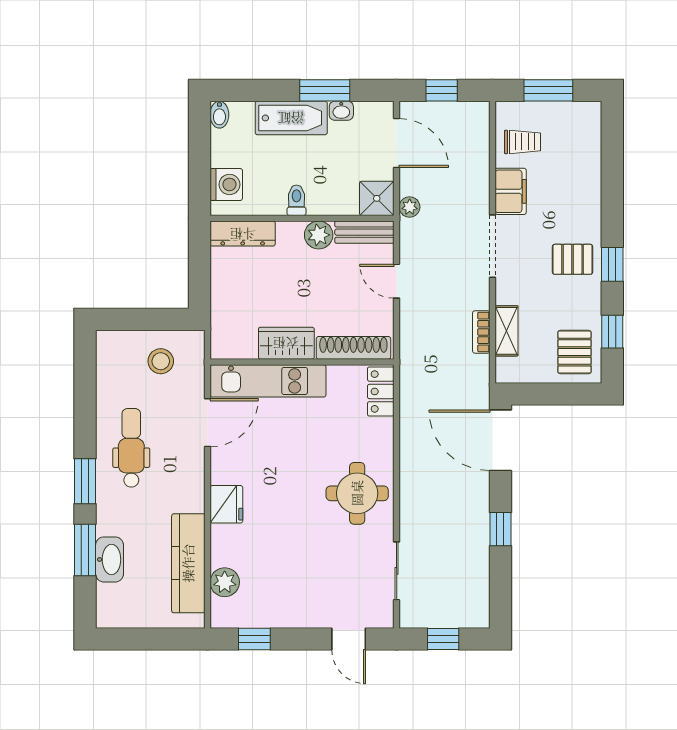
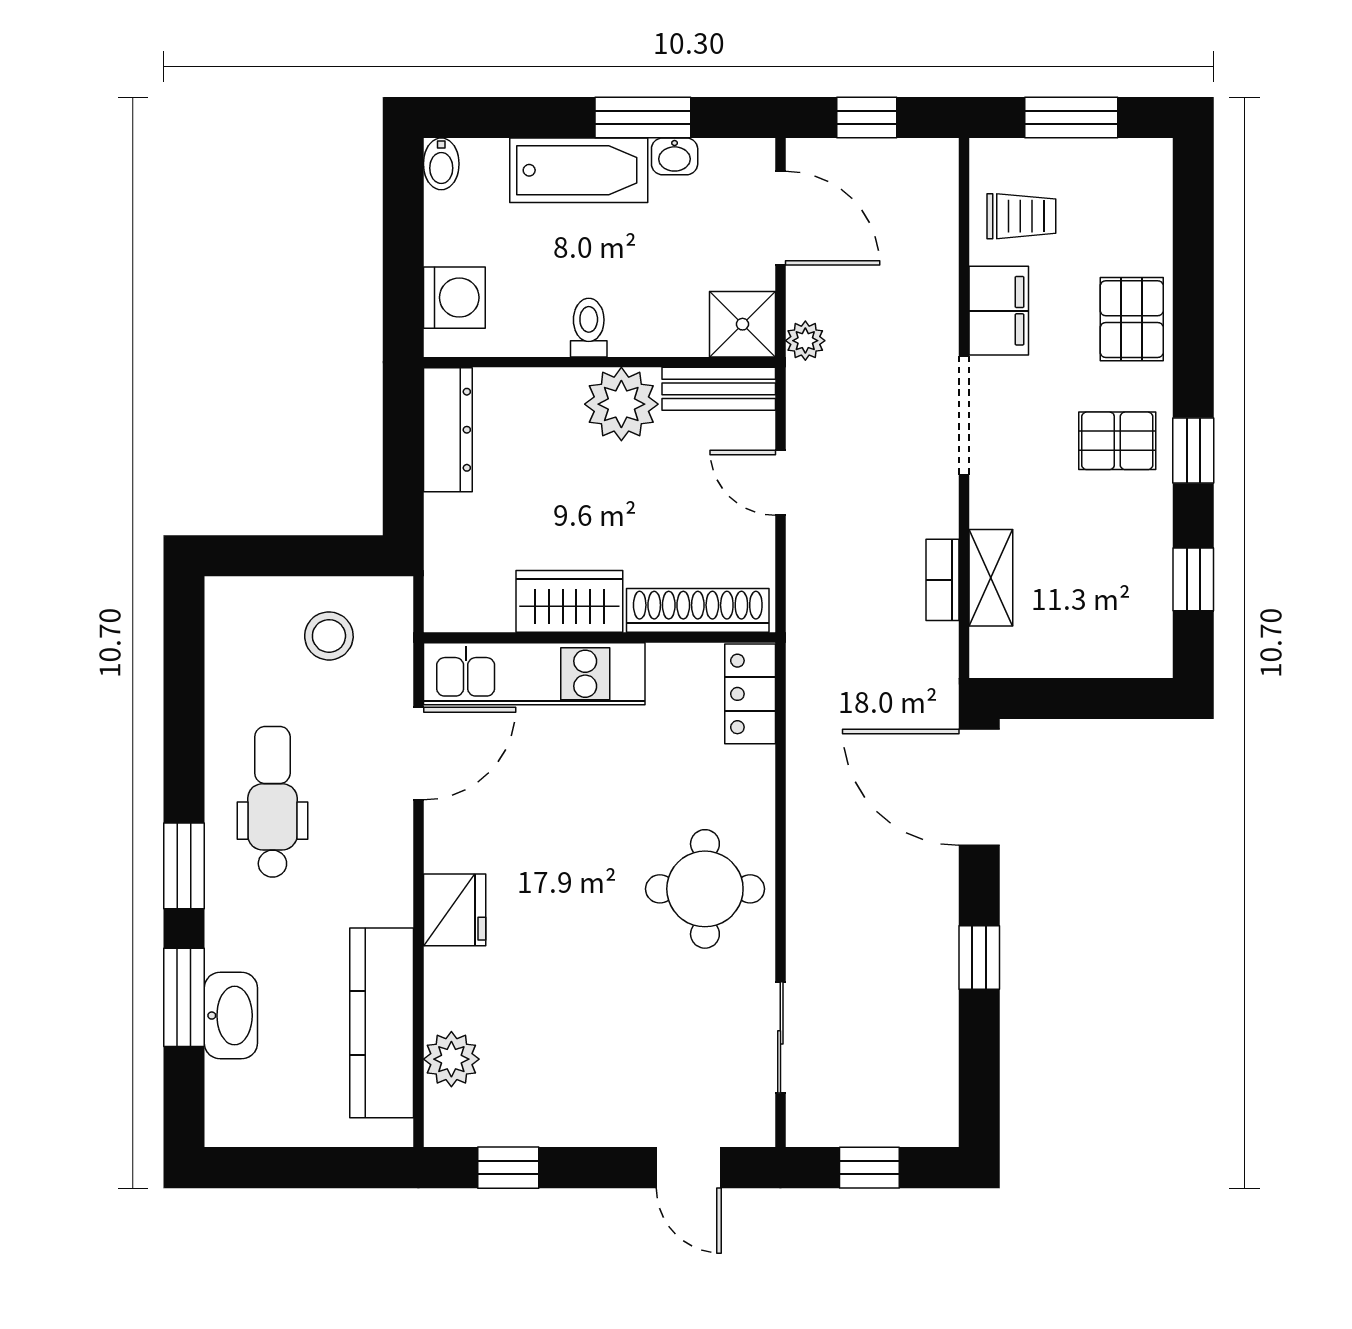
dresser: (243, 234) -> (448, 430), moved, turned -90
plant: (319, 235) -> (621, 404), width x1.36, depth x1.36
pallet: (574, 352) -> (1132, 319), moved

